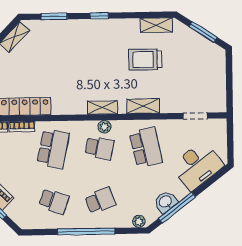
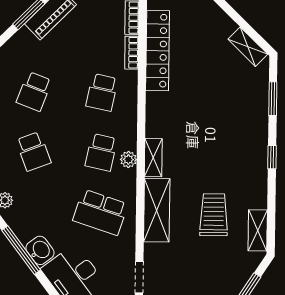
shelving: (143, 106) -> (157, 210), width x1.50, depth x1.33
school desk: (146, 147) -> (100, 212), turned 30
school desk: (53, 149) -> (102, 92), width x0.54
washbasin: (166, 202) -> (40, 250), moved

